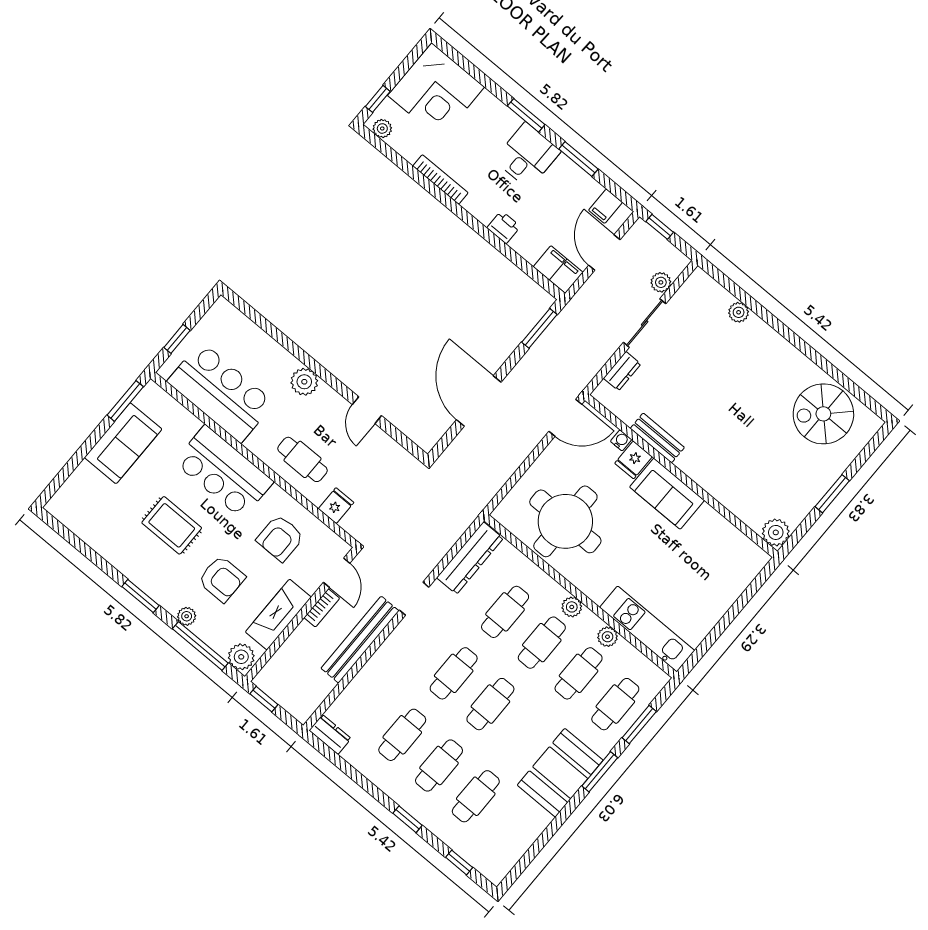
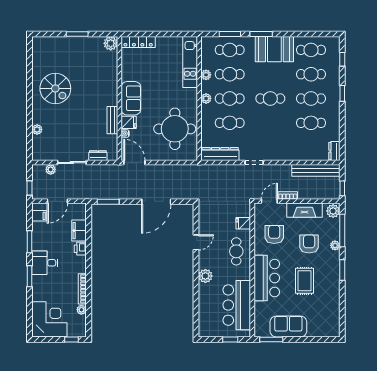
plant: (382, 128) -> (81, 310), moved
filing cabinet: (558, 270) -> (79, 231), moved
spiral stairs: (823, 414) -> (55, 88), moved
armchair: (280, 538) -> (274, 234), turned -90
locker: (743, 576) -> (138, 42), added
bench: (360, 640) -> (316, 170), moved
cafe table: (454, 673) -> (311, 50), moved

